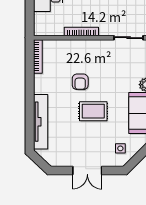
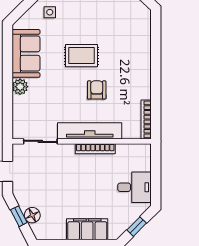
tv unit: (41, 122) -> (90, 131), moved, turned 90

